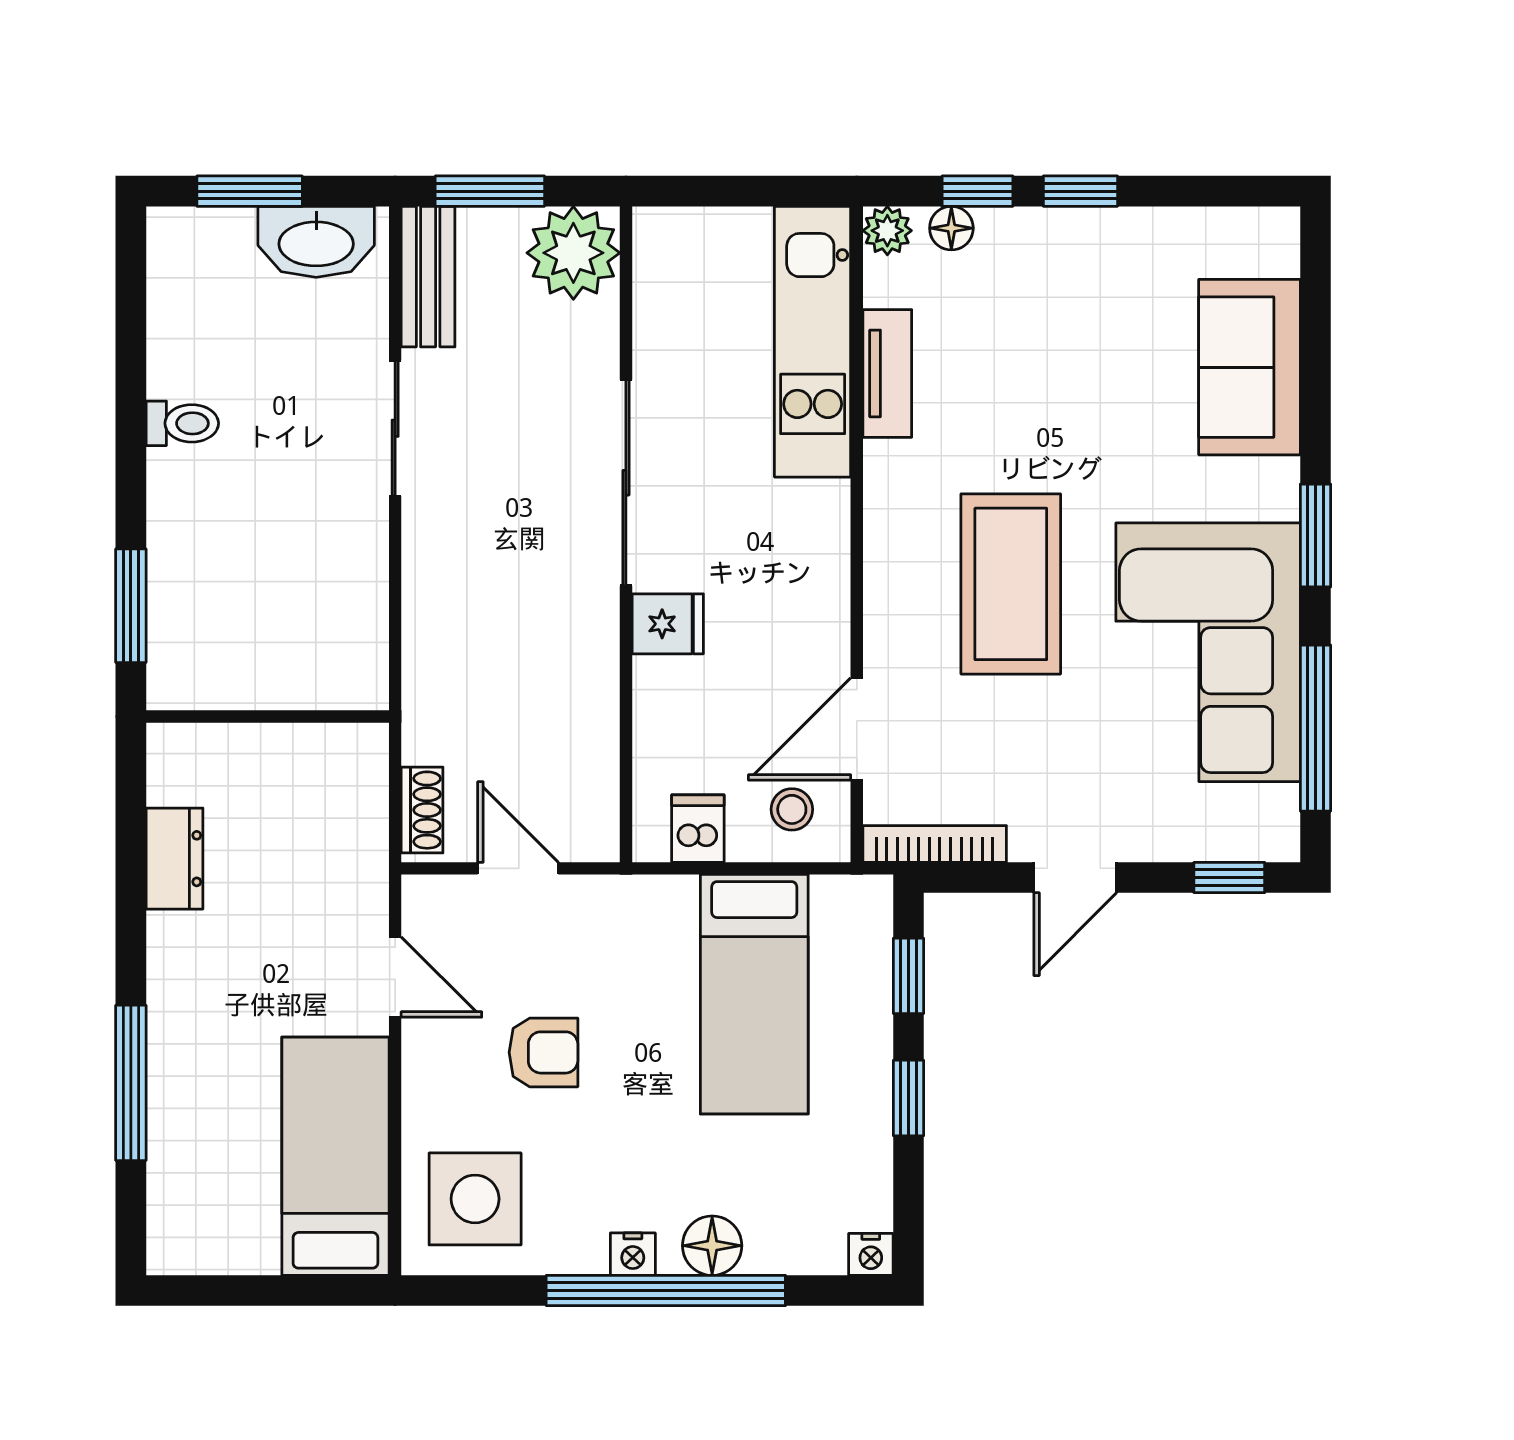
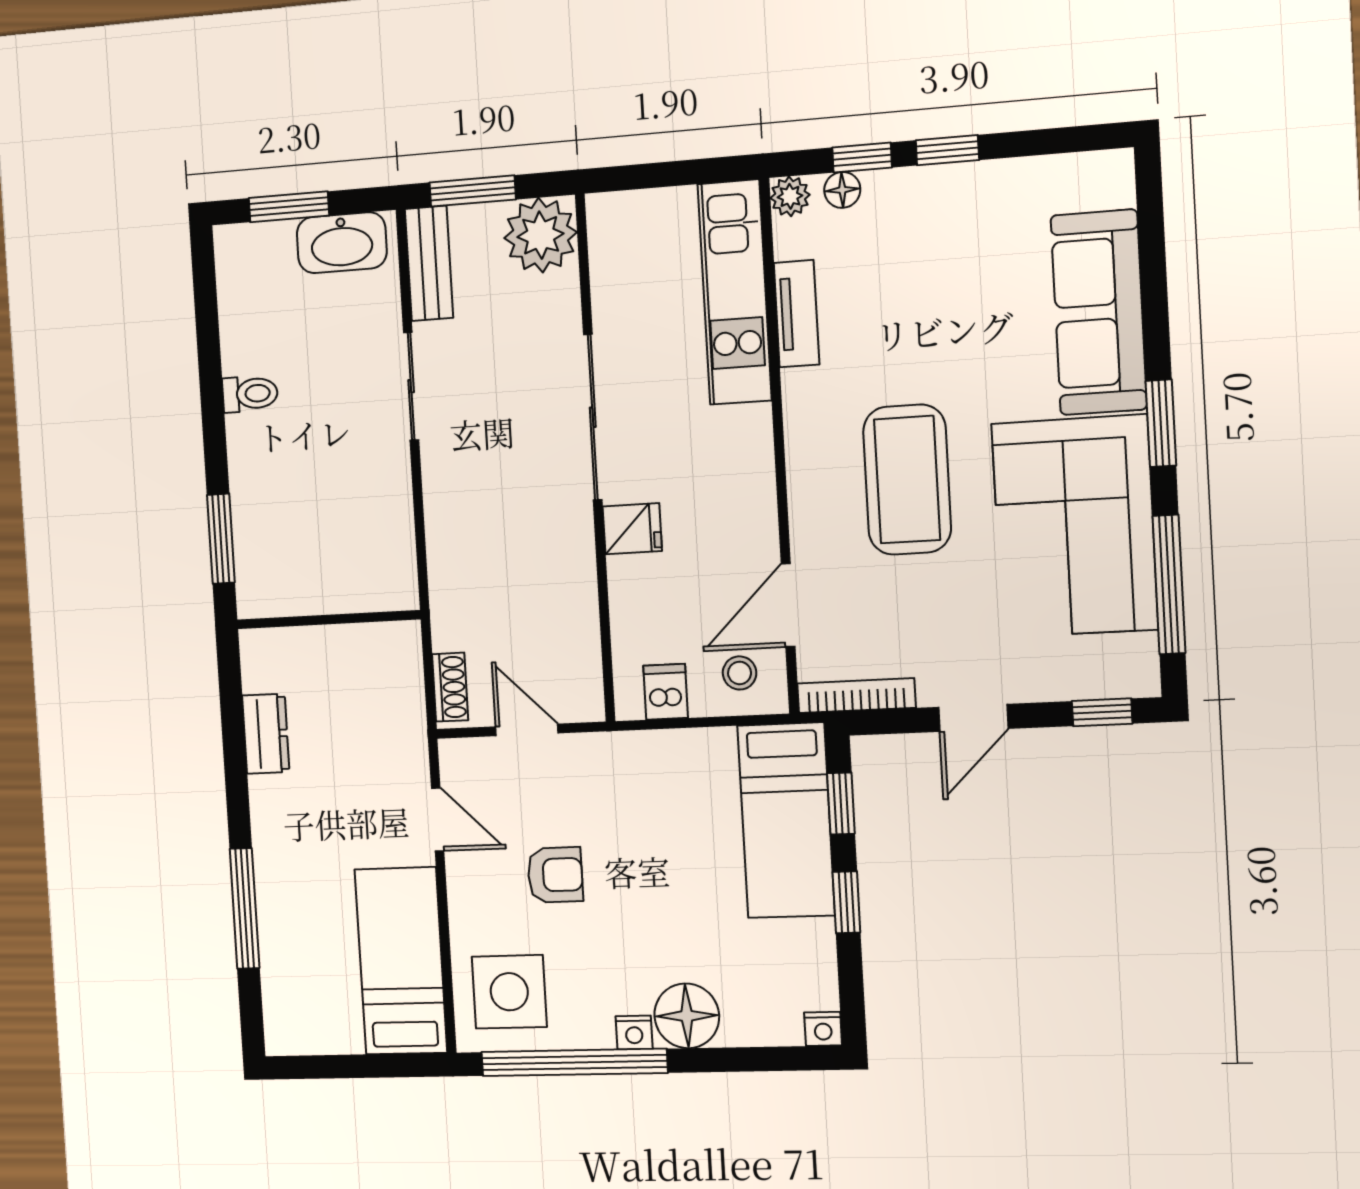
sofa: (1249, 367) -> (1099, 312), width x1.36
bed: (754, 994) -> (786, 820), moved
floor lamp: (712, 1246) -> (687, 1016), width x1.38, depth x1.38
window: (666, 1291) -> (574, 1062), moved

